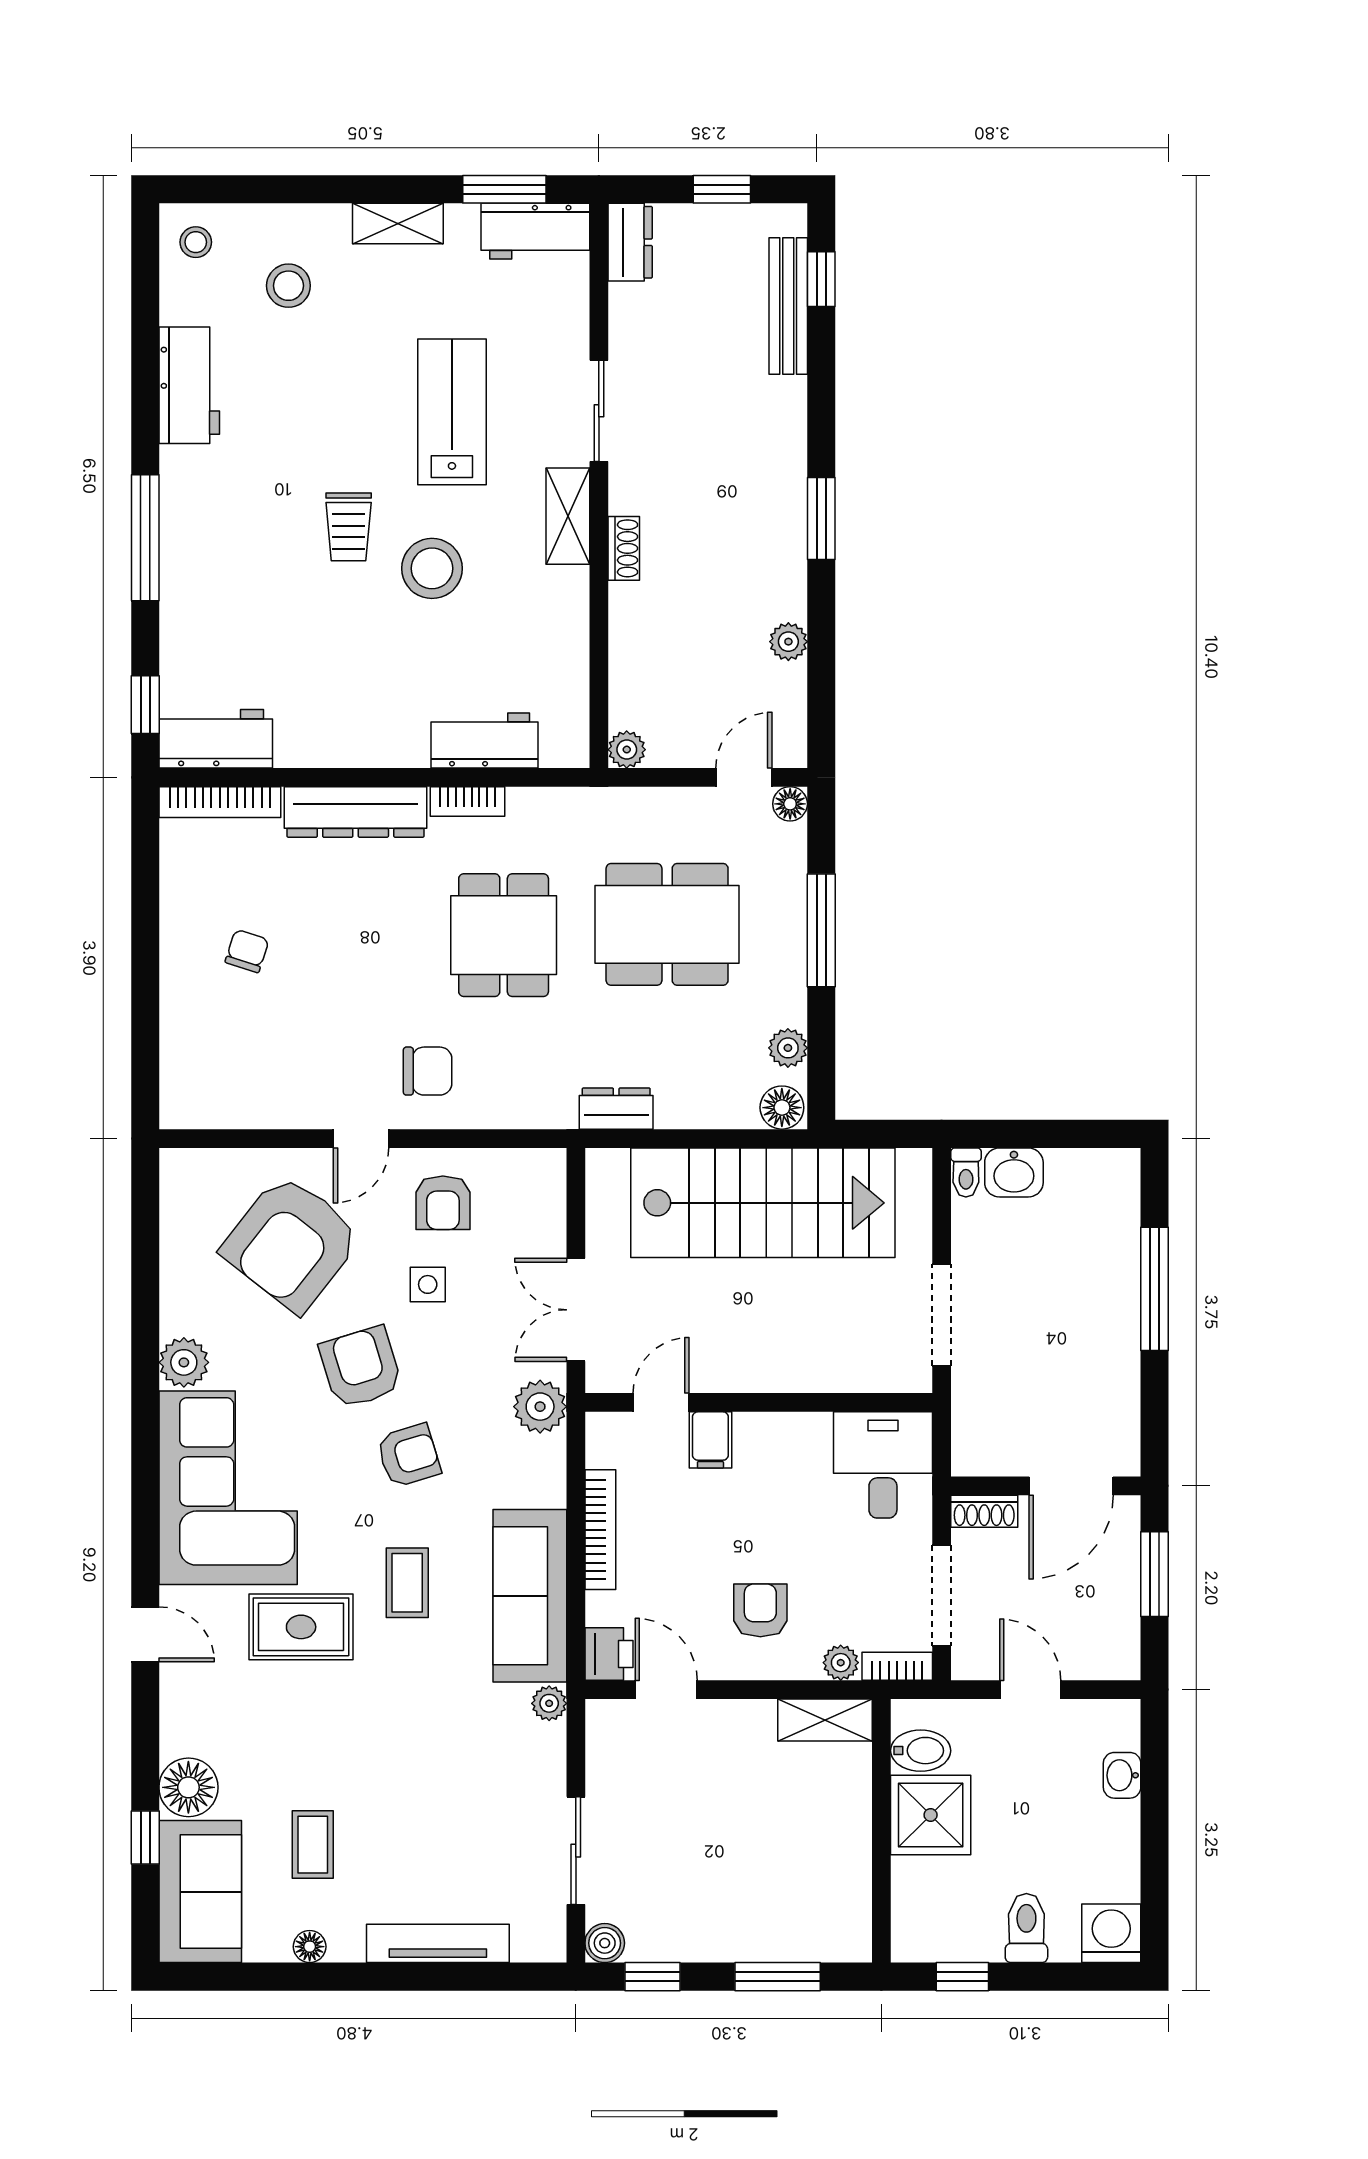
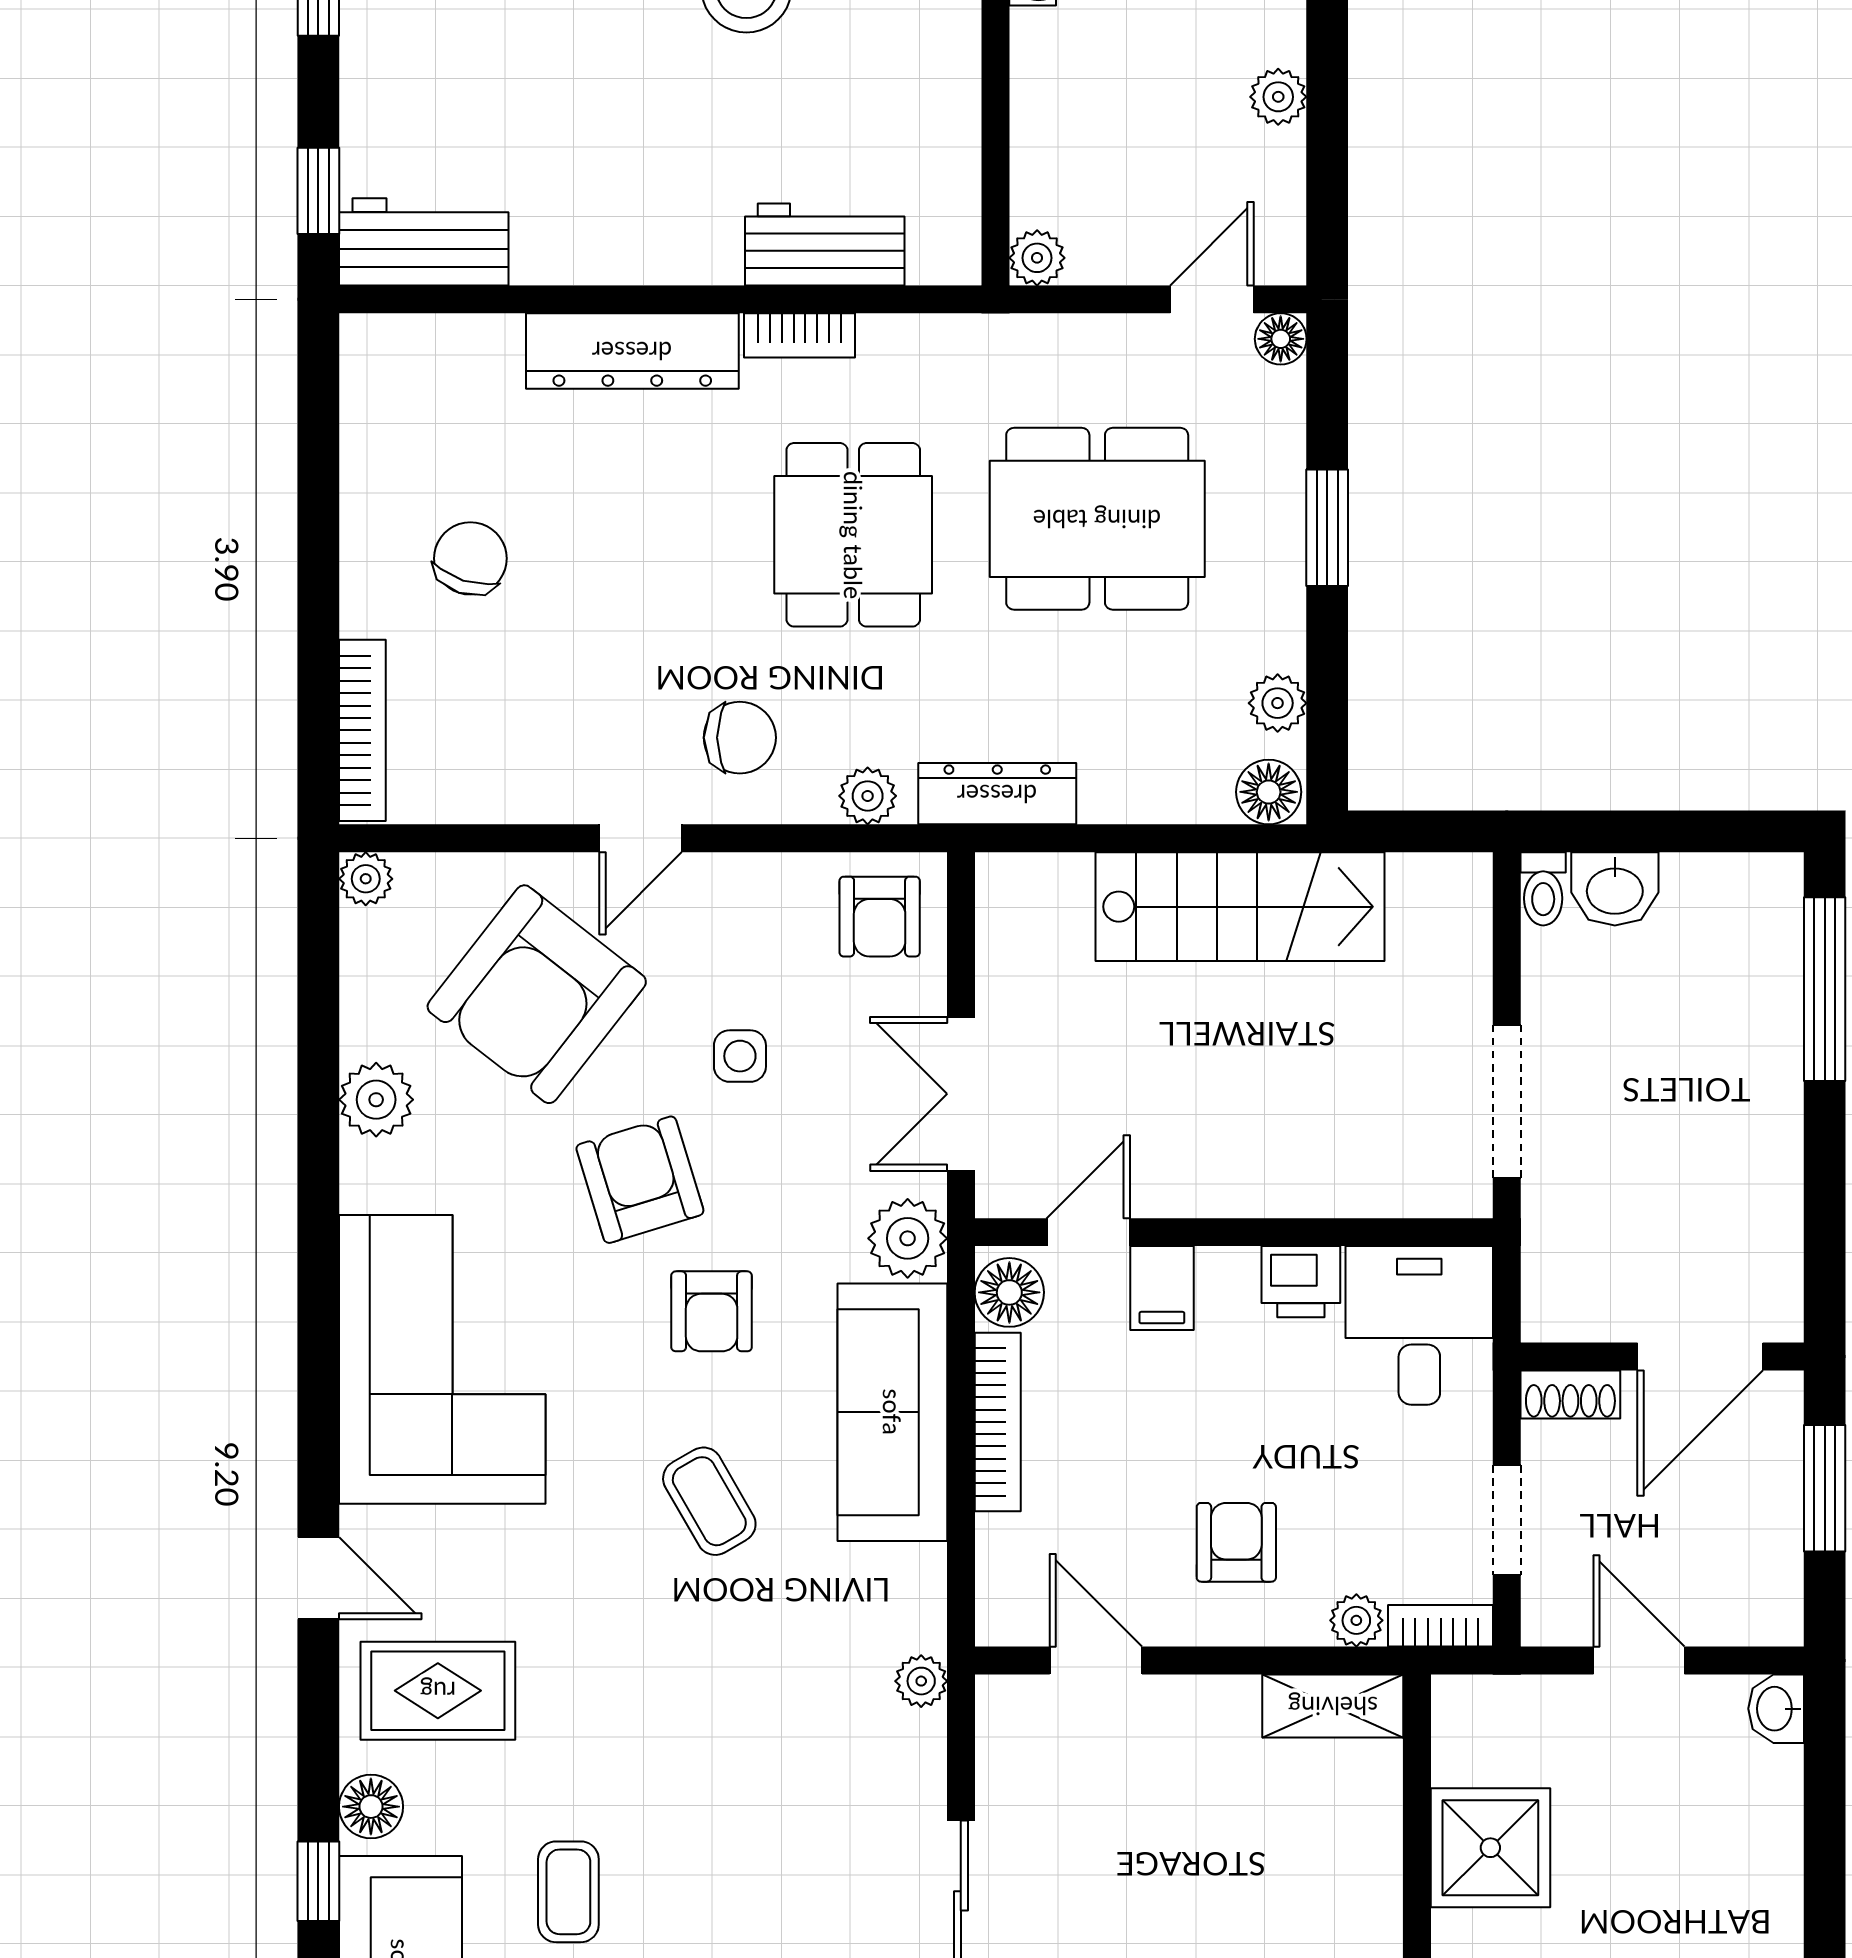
bookcase: (220, 802) -> (362, 730), moved, turned -90
window: (821, 930) -> (1327, 528), width x0.69
chair: (247, 951) -> (470, 558), width x1.37, depth x1.37
dresser: (616, 1109) -> (997, 794), width x1.44
plant: (513, 1110) -> (868, 796), added
plant: (177, 1166) -> (366, 879), added
armchair: (443, 1203) -> (880, 917), moved
stairs: (763, 1203) -> (1240, 907), width x0.73, depth x0.66
window: (1155, 1289) -> (1825, 989), moved
plant: (184, 1362) -> (376, 1100), moved
floor lamp: (608, 1443) -> (1009, 1292), added
armchair: (409, 1456) -> (712, 1311), turned 107
coffee table: (407, 1583) -> (709, 1501), turned -30
doorway: (942, 1595) -> (1507, 1520), width x0.73
sofa: (530, 1596) -> (892, 1412), moved
rug: (301, 1627) -> (438, 1691), moved
printer: (609, 1654) -> (1301, 1282), moved, turned 90
bidet: (921, 1751) -> (1476, 1752), removed
washbasin: (1122, 1775) -> (1776, 1709), moved
floor lamp: (188, 1787) -> (371, 1807), width x0.73, depth x0.73

